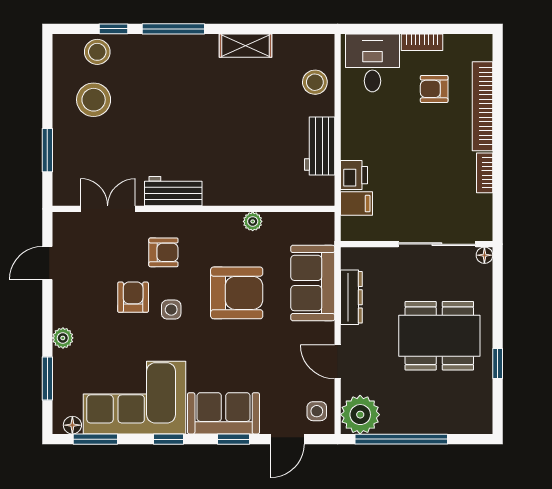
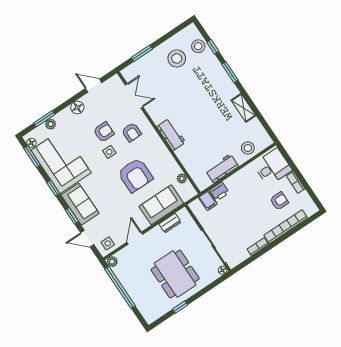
window: (173, 29) -> (230, 72), width x0.69
armchair: (434, 89) -> (279, 201), turned 90
workbench: (173, 191) -> (171, 135), moved
plant: (253, 221) -> (182, 178), moved
dresser: (351, 297) -> (170, 223), width x0.70
floor lamp: (65, 313) -> (77, 107), added
plant: (63, 338) -> (51, 124), moved
plant: (360, 415) -> (112, 262), width x0.53, depth x0.53

